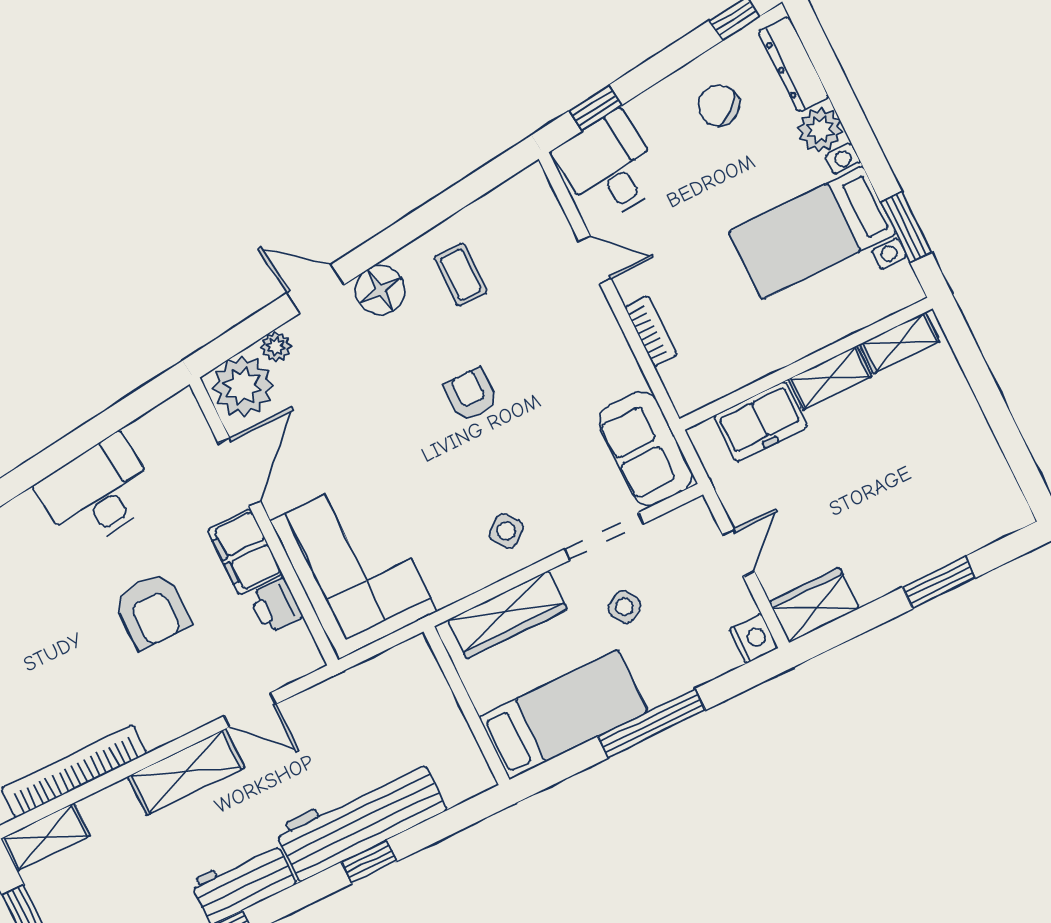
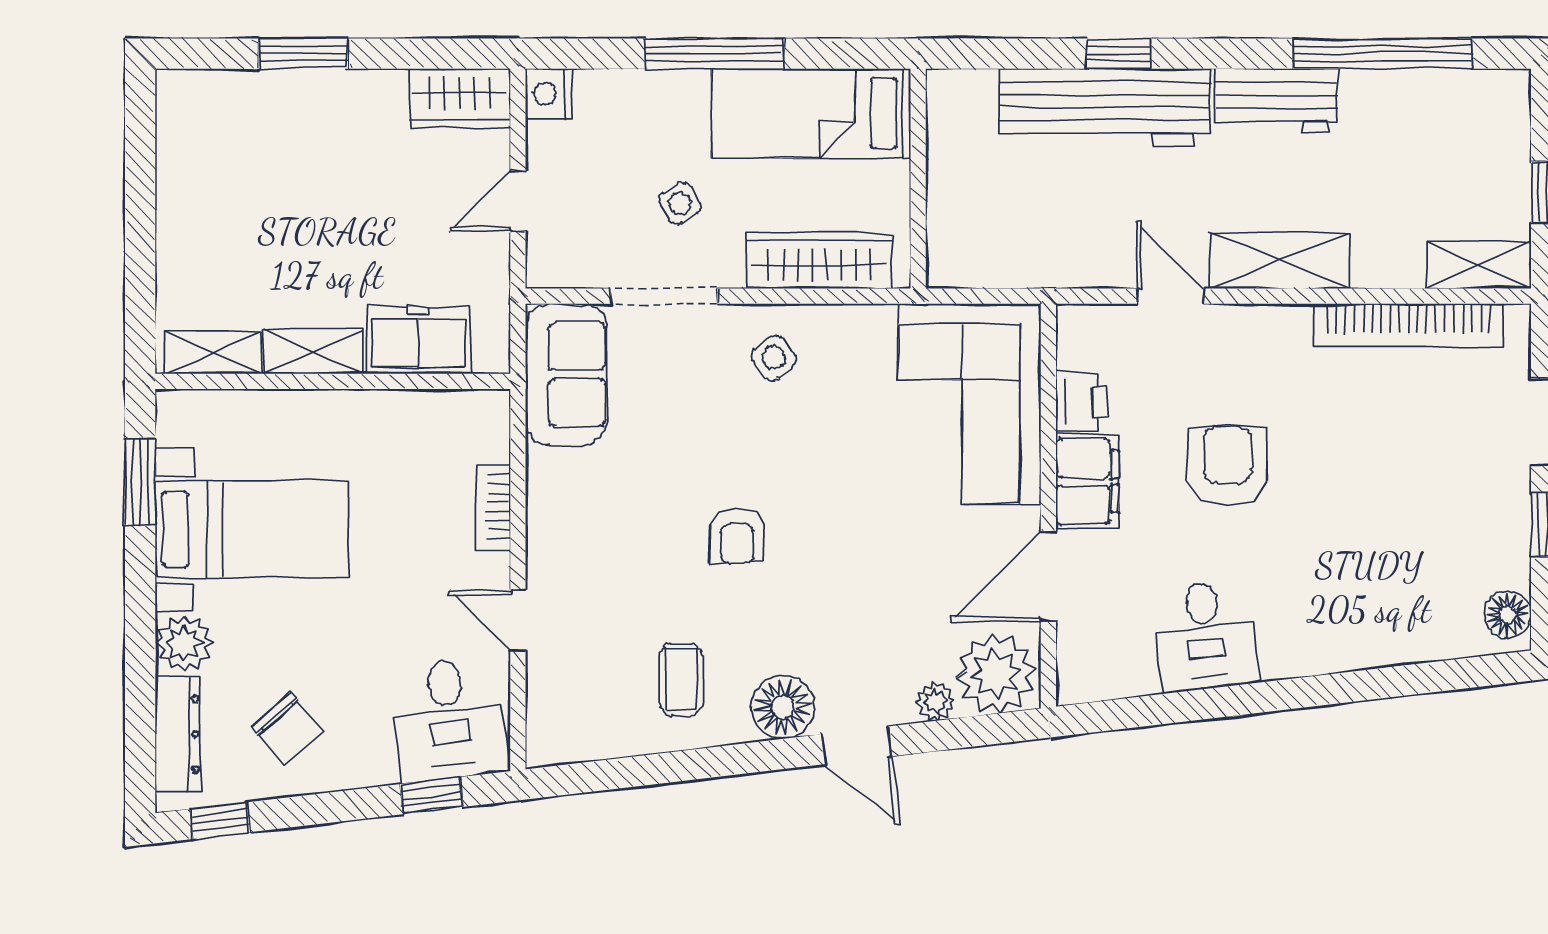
desk: (98, 492) -> (1205, 636), width x0.73

